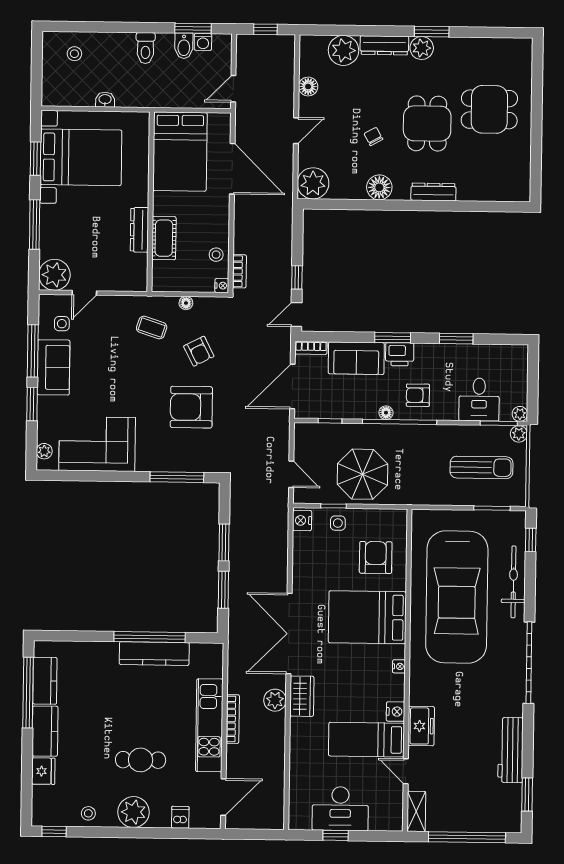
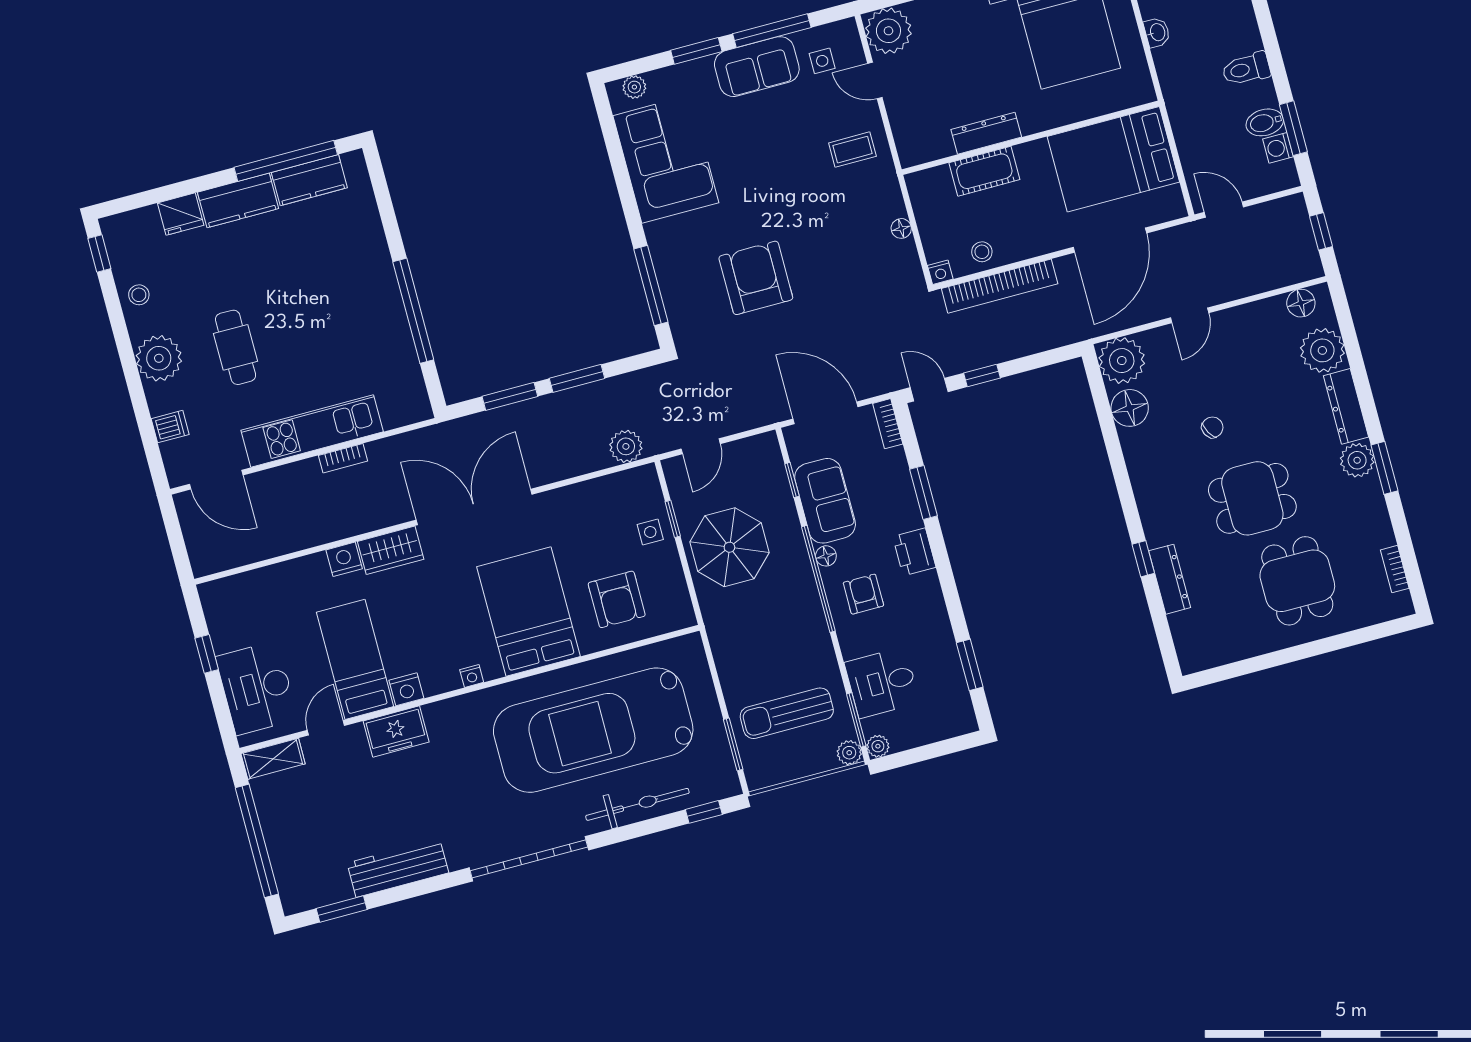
bookcase: (500, 44) -> (1395, 569), added
floor lamp: (308, 87) -> (1301, 303), moved
door: (296, 131) -> (1190, 315), hinge flipped
floor lamp: (379, 187) -> (1130, 408), moved
dresser: (433, 192) -> (1170, 579), moved
window: (446, 206) -> (1143, 559), added
bookcase: (239, 271) -> (1000, 286), width x2.31, depth x1.31
coffee table: (152, 328) -> (852, 150), moved, turned 72
window: (393, 338) -> (924, 493), moved
window: (456, 339) -> (970, 665), moved
armchair: (199, 351) -> (838, 266), removed
sofa: (356, 358) -> (825, 501), moved, turned 180
sun lounger: (481, 467) -> (787, 713), turned 90
nightstand: (302, 520) -> (344, 559), moved
armchair: (376, 557) -> (617, 599), turned 90
kitchen counter: (154, 654) -> (392, 324), removed
plant: (275, 700) -> (626, 446), moved
bookcase: (233, 719) -> (343, 458), width x0.64
desk: (340, 809) -> (257, 688), moved

